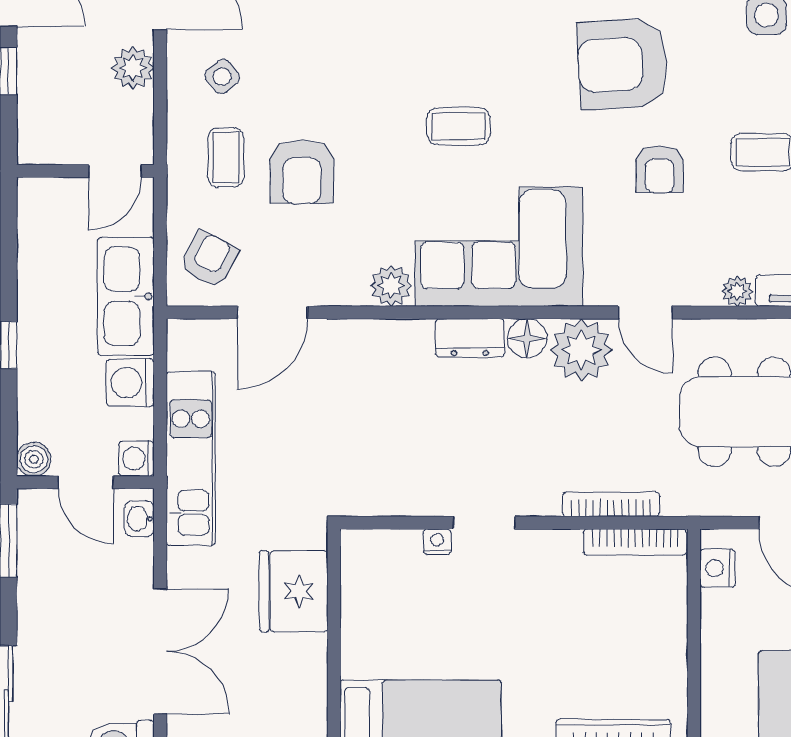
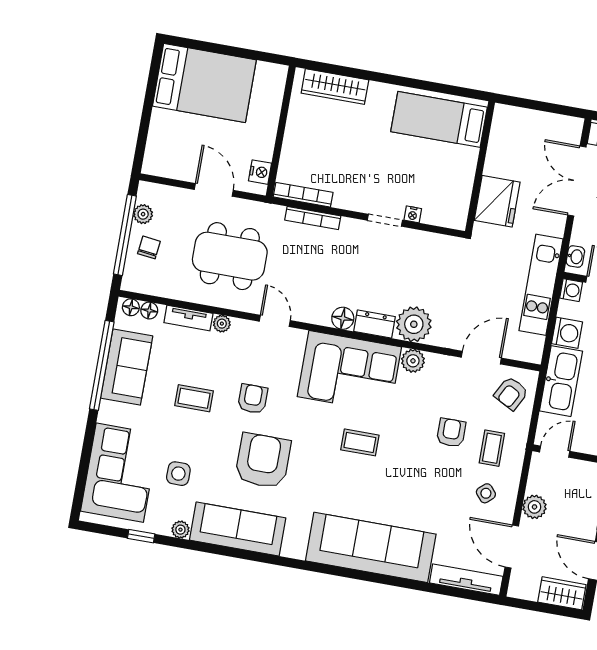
armchair: (623, 64) -> (263, 461), turned -87
armchair: (302, 172) -> (451, 433), width x0.72, depth x0.72
plant: (581, 350) -> (414, 324), moved

